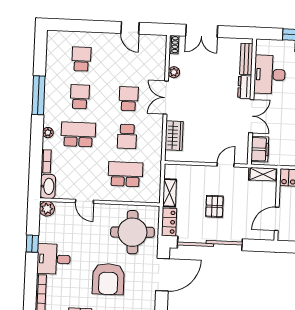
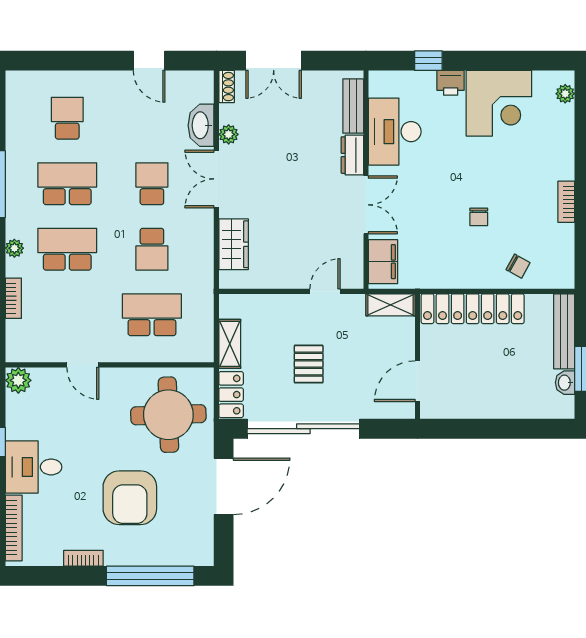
school desk: (80, 97) -> (67, 184), width x1.85
washbasin: (48, 186) -> (201, 125), moved, turned 180

